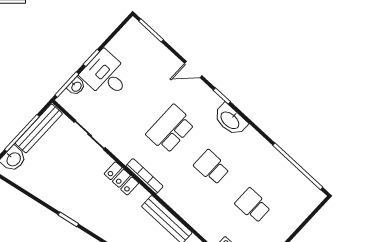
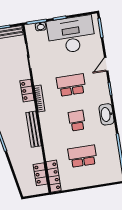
door: (193, 70) -> (106, 64), hinge flipped
desk: (106, 75) -> (71, 35), width x1.87, depth x1.30
washbasin: (230, 120) -> (107, 114), moved
school desk: (253, 205) -> (82, 156), width x1.85

